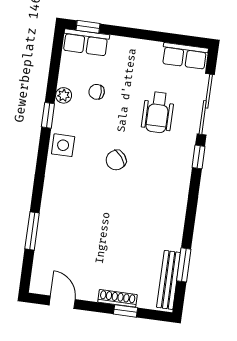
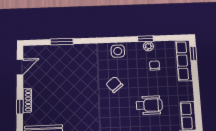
row of seats: (86, 42) -> (184, 60), width x1.48
wheelchair: (158, 112) -> (149, 105), turned 180
window: (48, 115) -> (145, 39), moved

